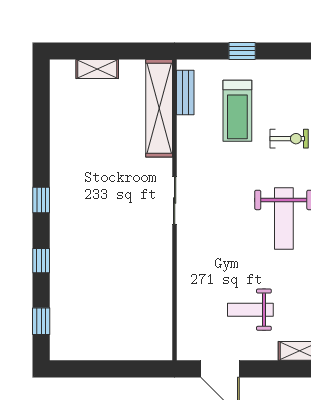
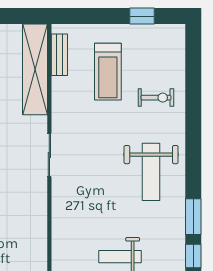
window: (242, 51) -> (142, 16), moved

